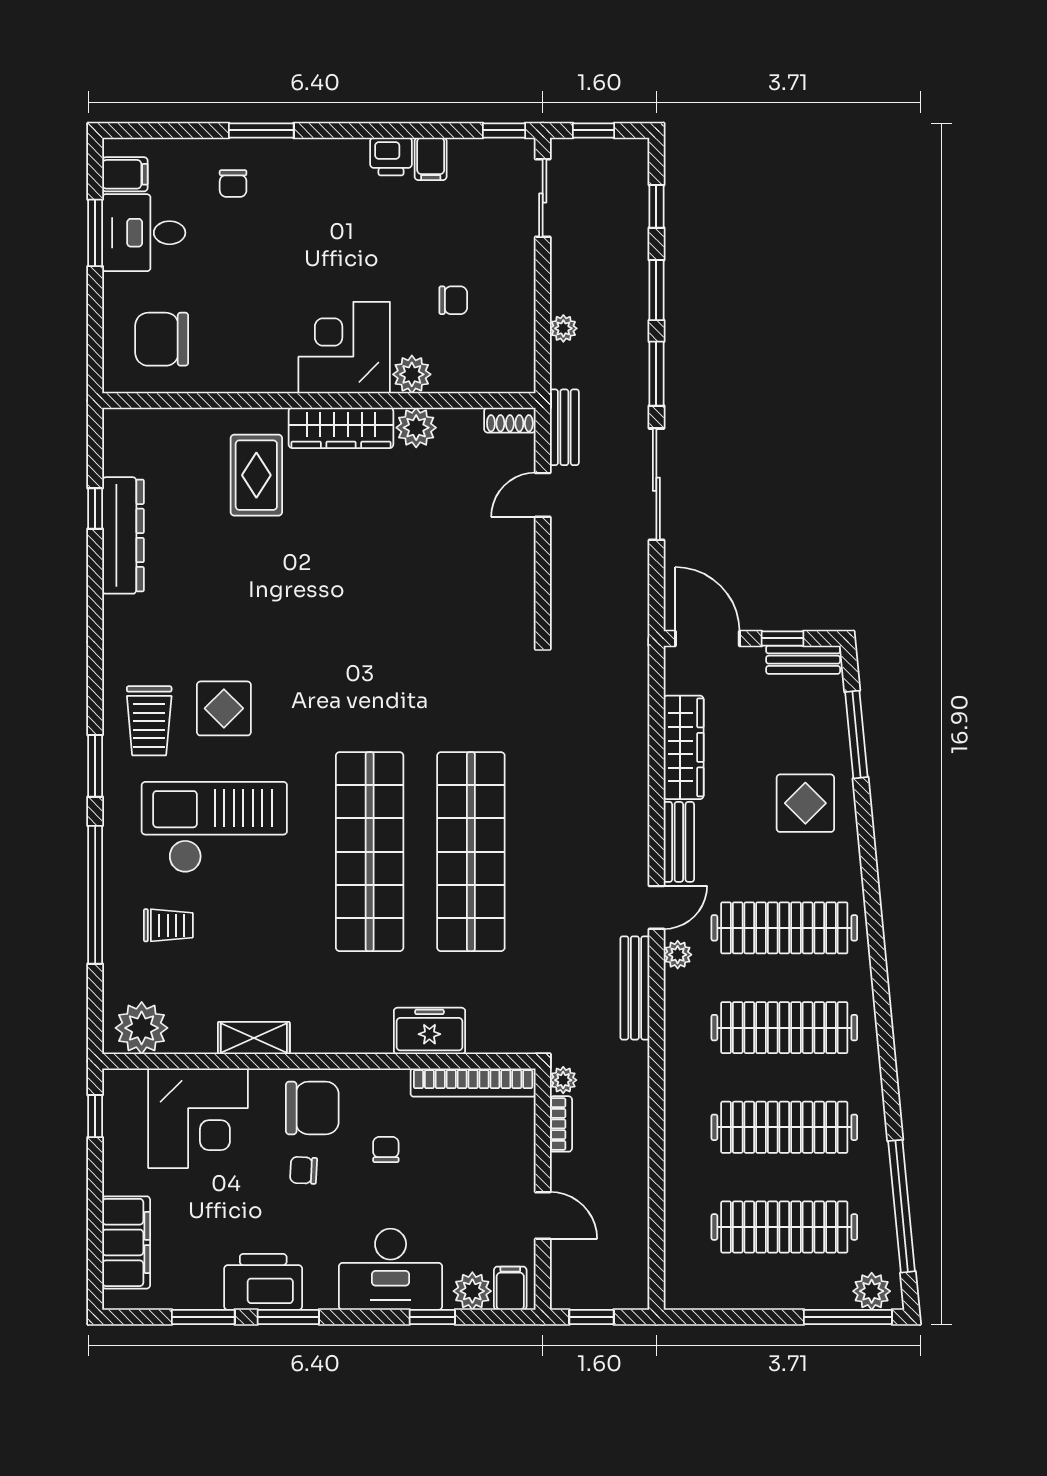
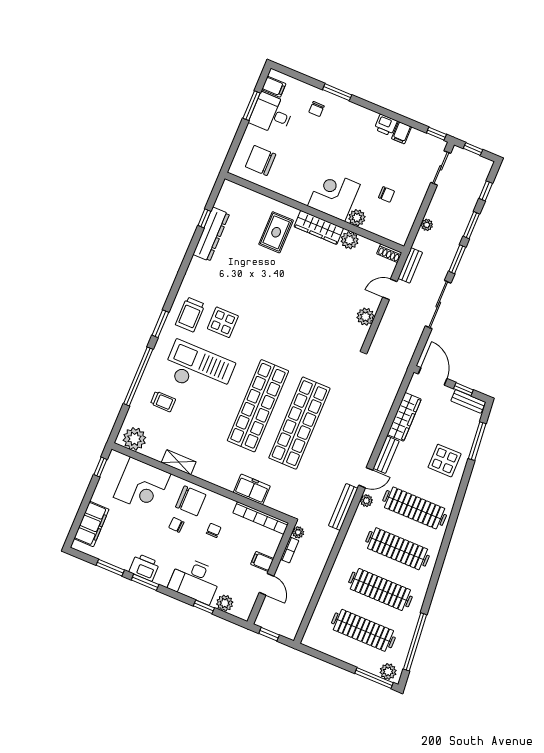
plant: (516, 573) -> (365, 317), added
printer: (263, 1282) -> (144, 567), width x0.73, depth x0.84
filing cabinet: (510, 1288) -> (262, 561), moved, turned -90

